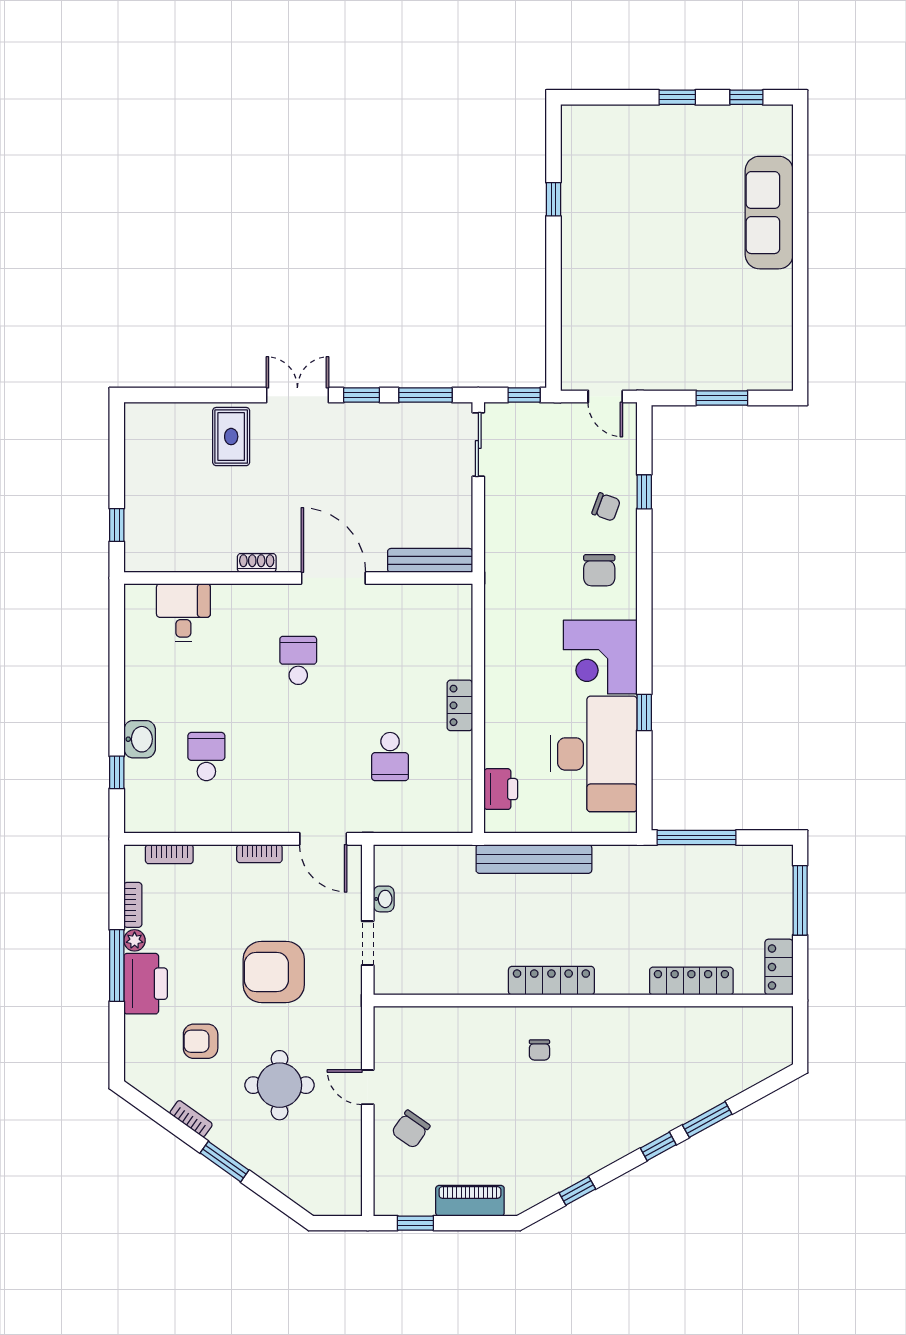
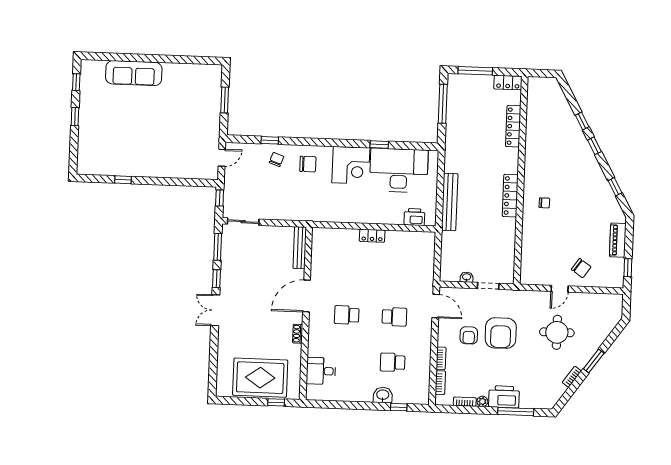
rug: (231, 437) -> (260, 378), moved, width x1.86, depth x2.06
school desk: (390, 757) -> (394, 317), moved
window: (697, 837) -> (443, 104), moved
door: (323, 839) -> (436, 306), hinge flipped
bookcase: (259, 854) -> (441, 358), moved
window: (117, 966) -> (516, 412), moved
armchair: (201, 1041) -> (469, 335), moved
window: (707, 1120) -> (582, 121), width x0.67

